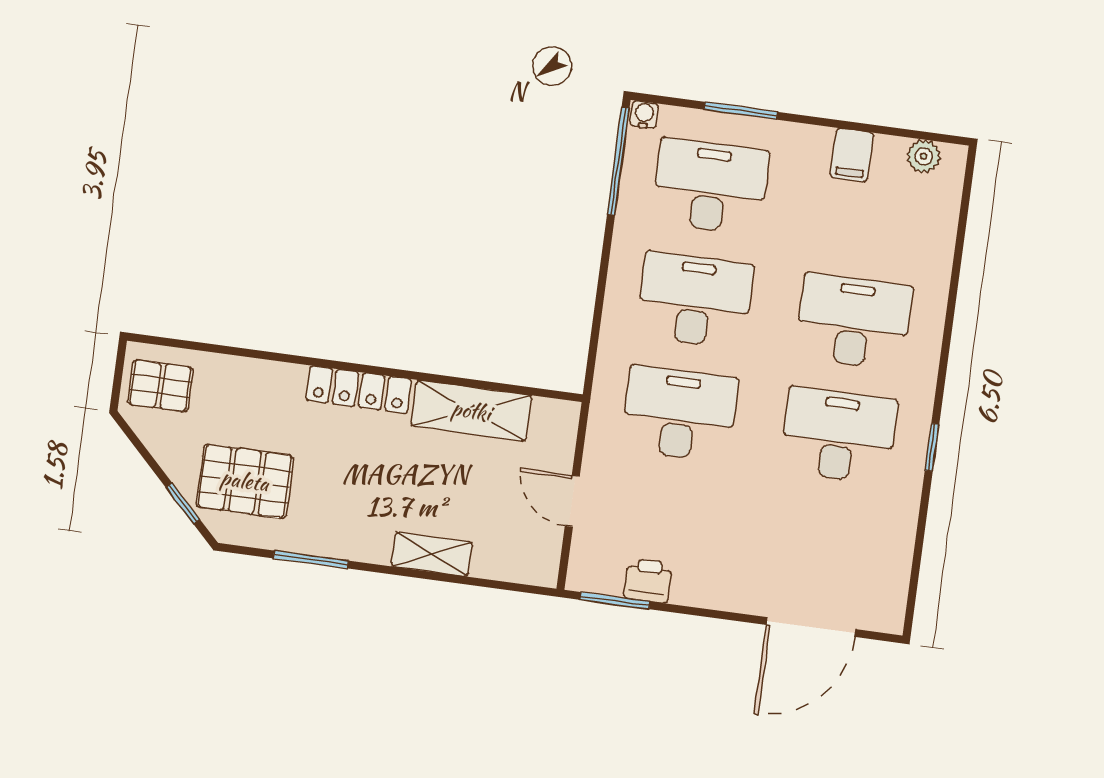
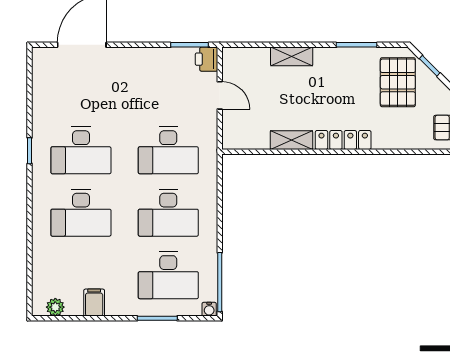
shelving: (471, 411) -> (291, 140), width x0.67, depth x0.75
pallet: (245, 481) -> (398, 82), turned 90
printer: (648, 581) -> (207, 59), moved, turned 90

